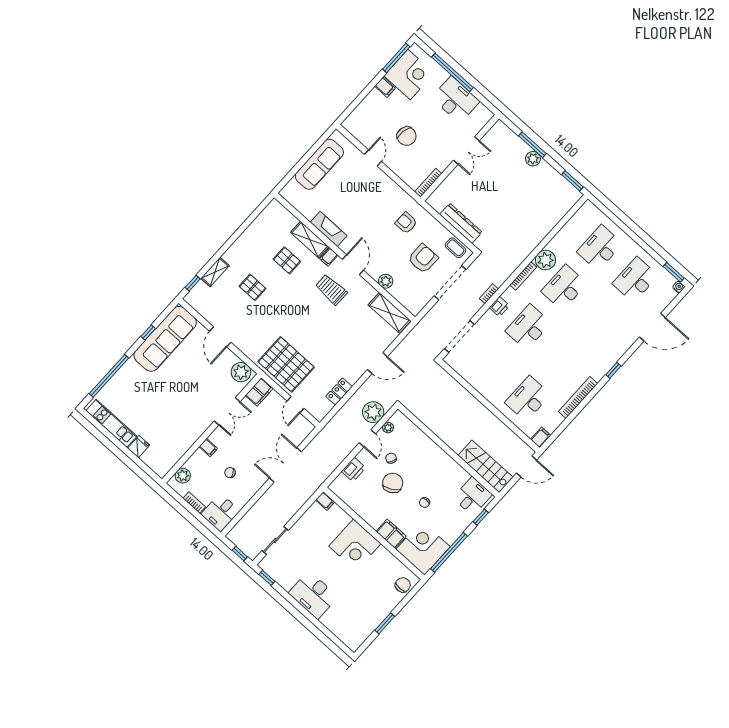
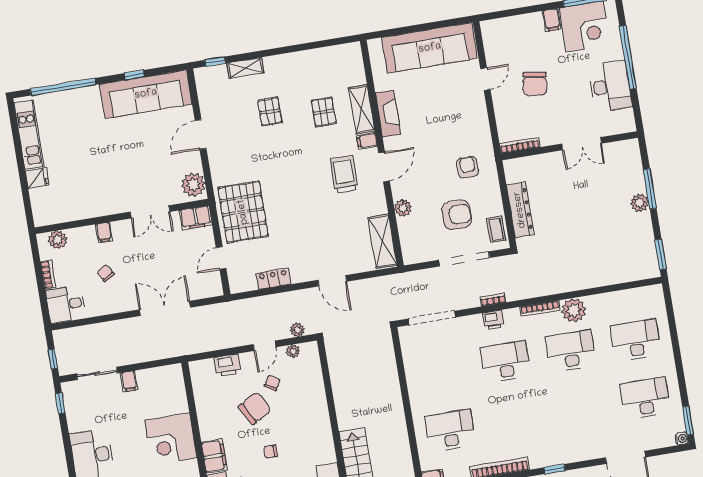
sofa: (319, 164) -> (430, 48), width x1.36, depth x1.27
plant: (373, 412) -> (297, 330), width x0.53, depth x0.53
filing cabinet: (325, 501) -> (129, 381), moved

